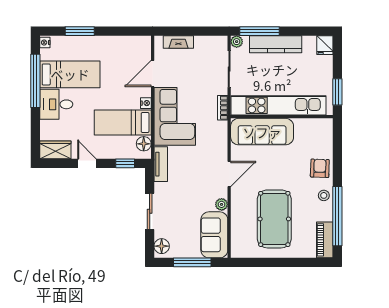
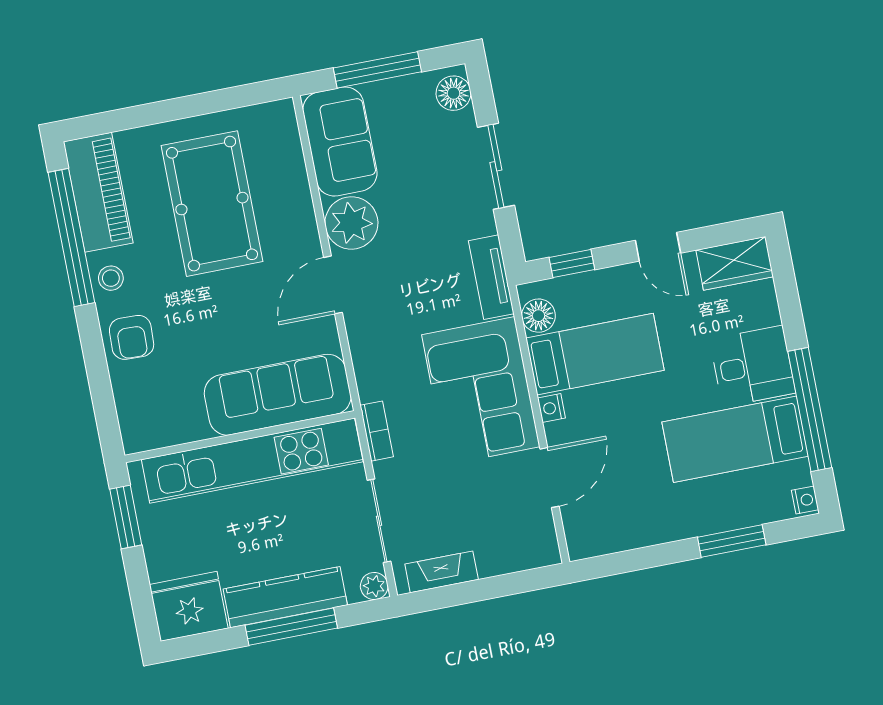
window: (259, 31) -> (291, 627), moved
fireplace: (178, 42) -> (442, 572), moved
fridge: (325, 45) -> (189, 606), width x1.88, depth x1.34
plant: (222, 204) -> (351, 223), width x1.88, depth x1.88
piano: (325, 240) -> (98, 192), width x1.37, depth x1.33

